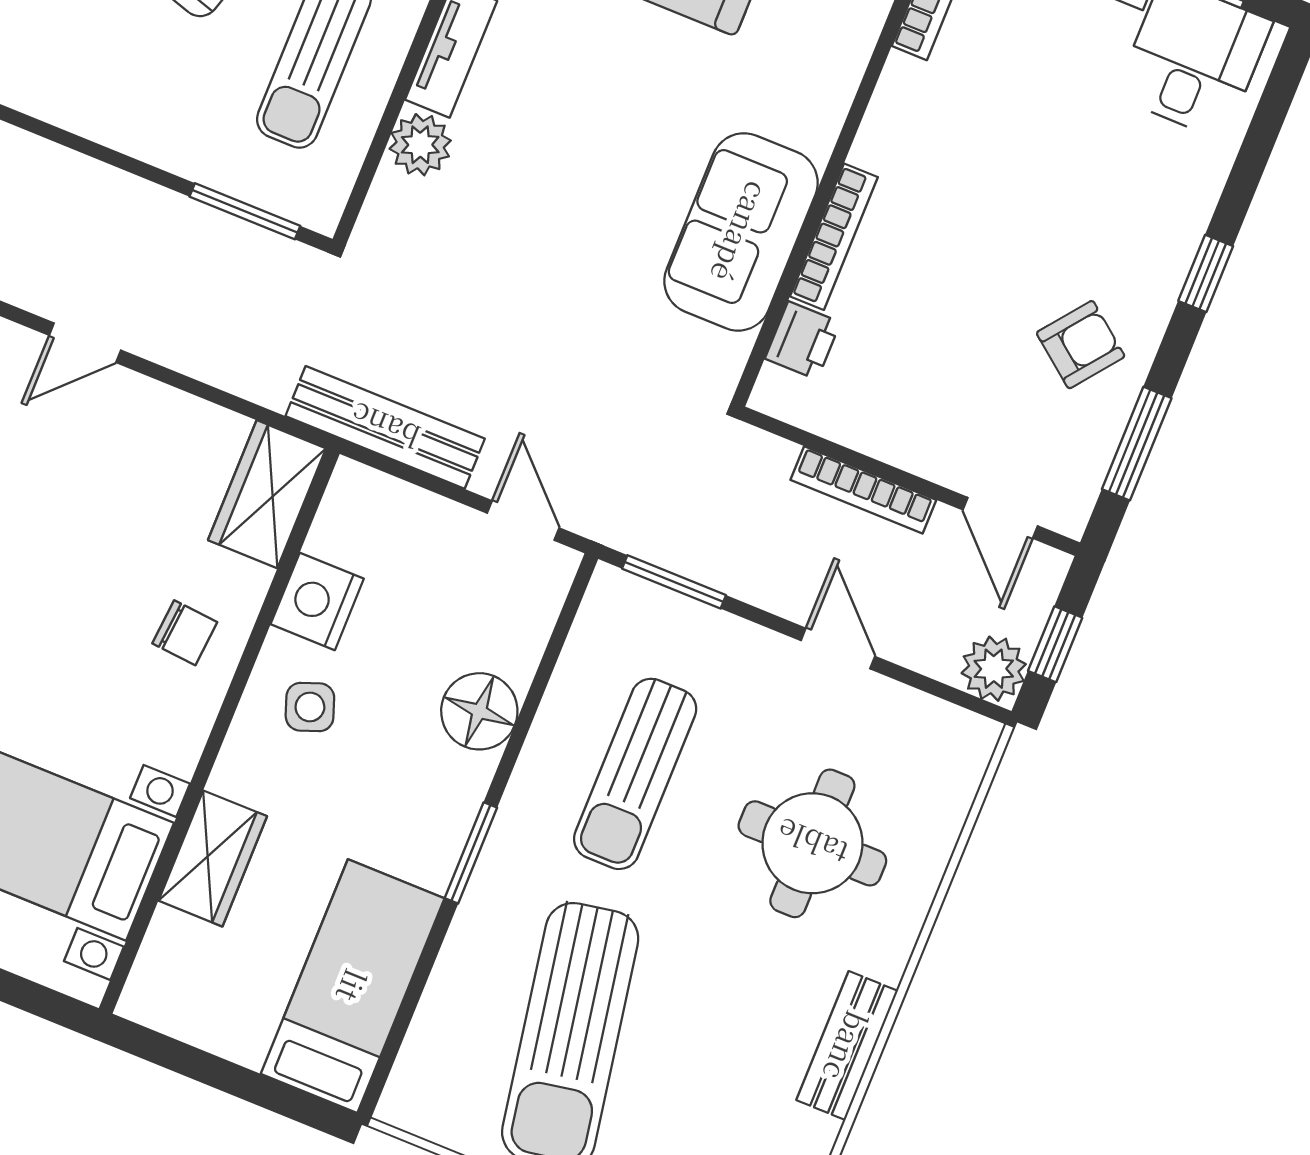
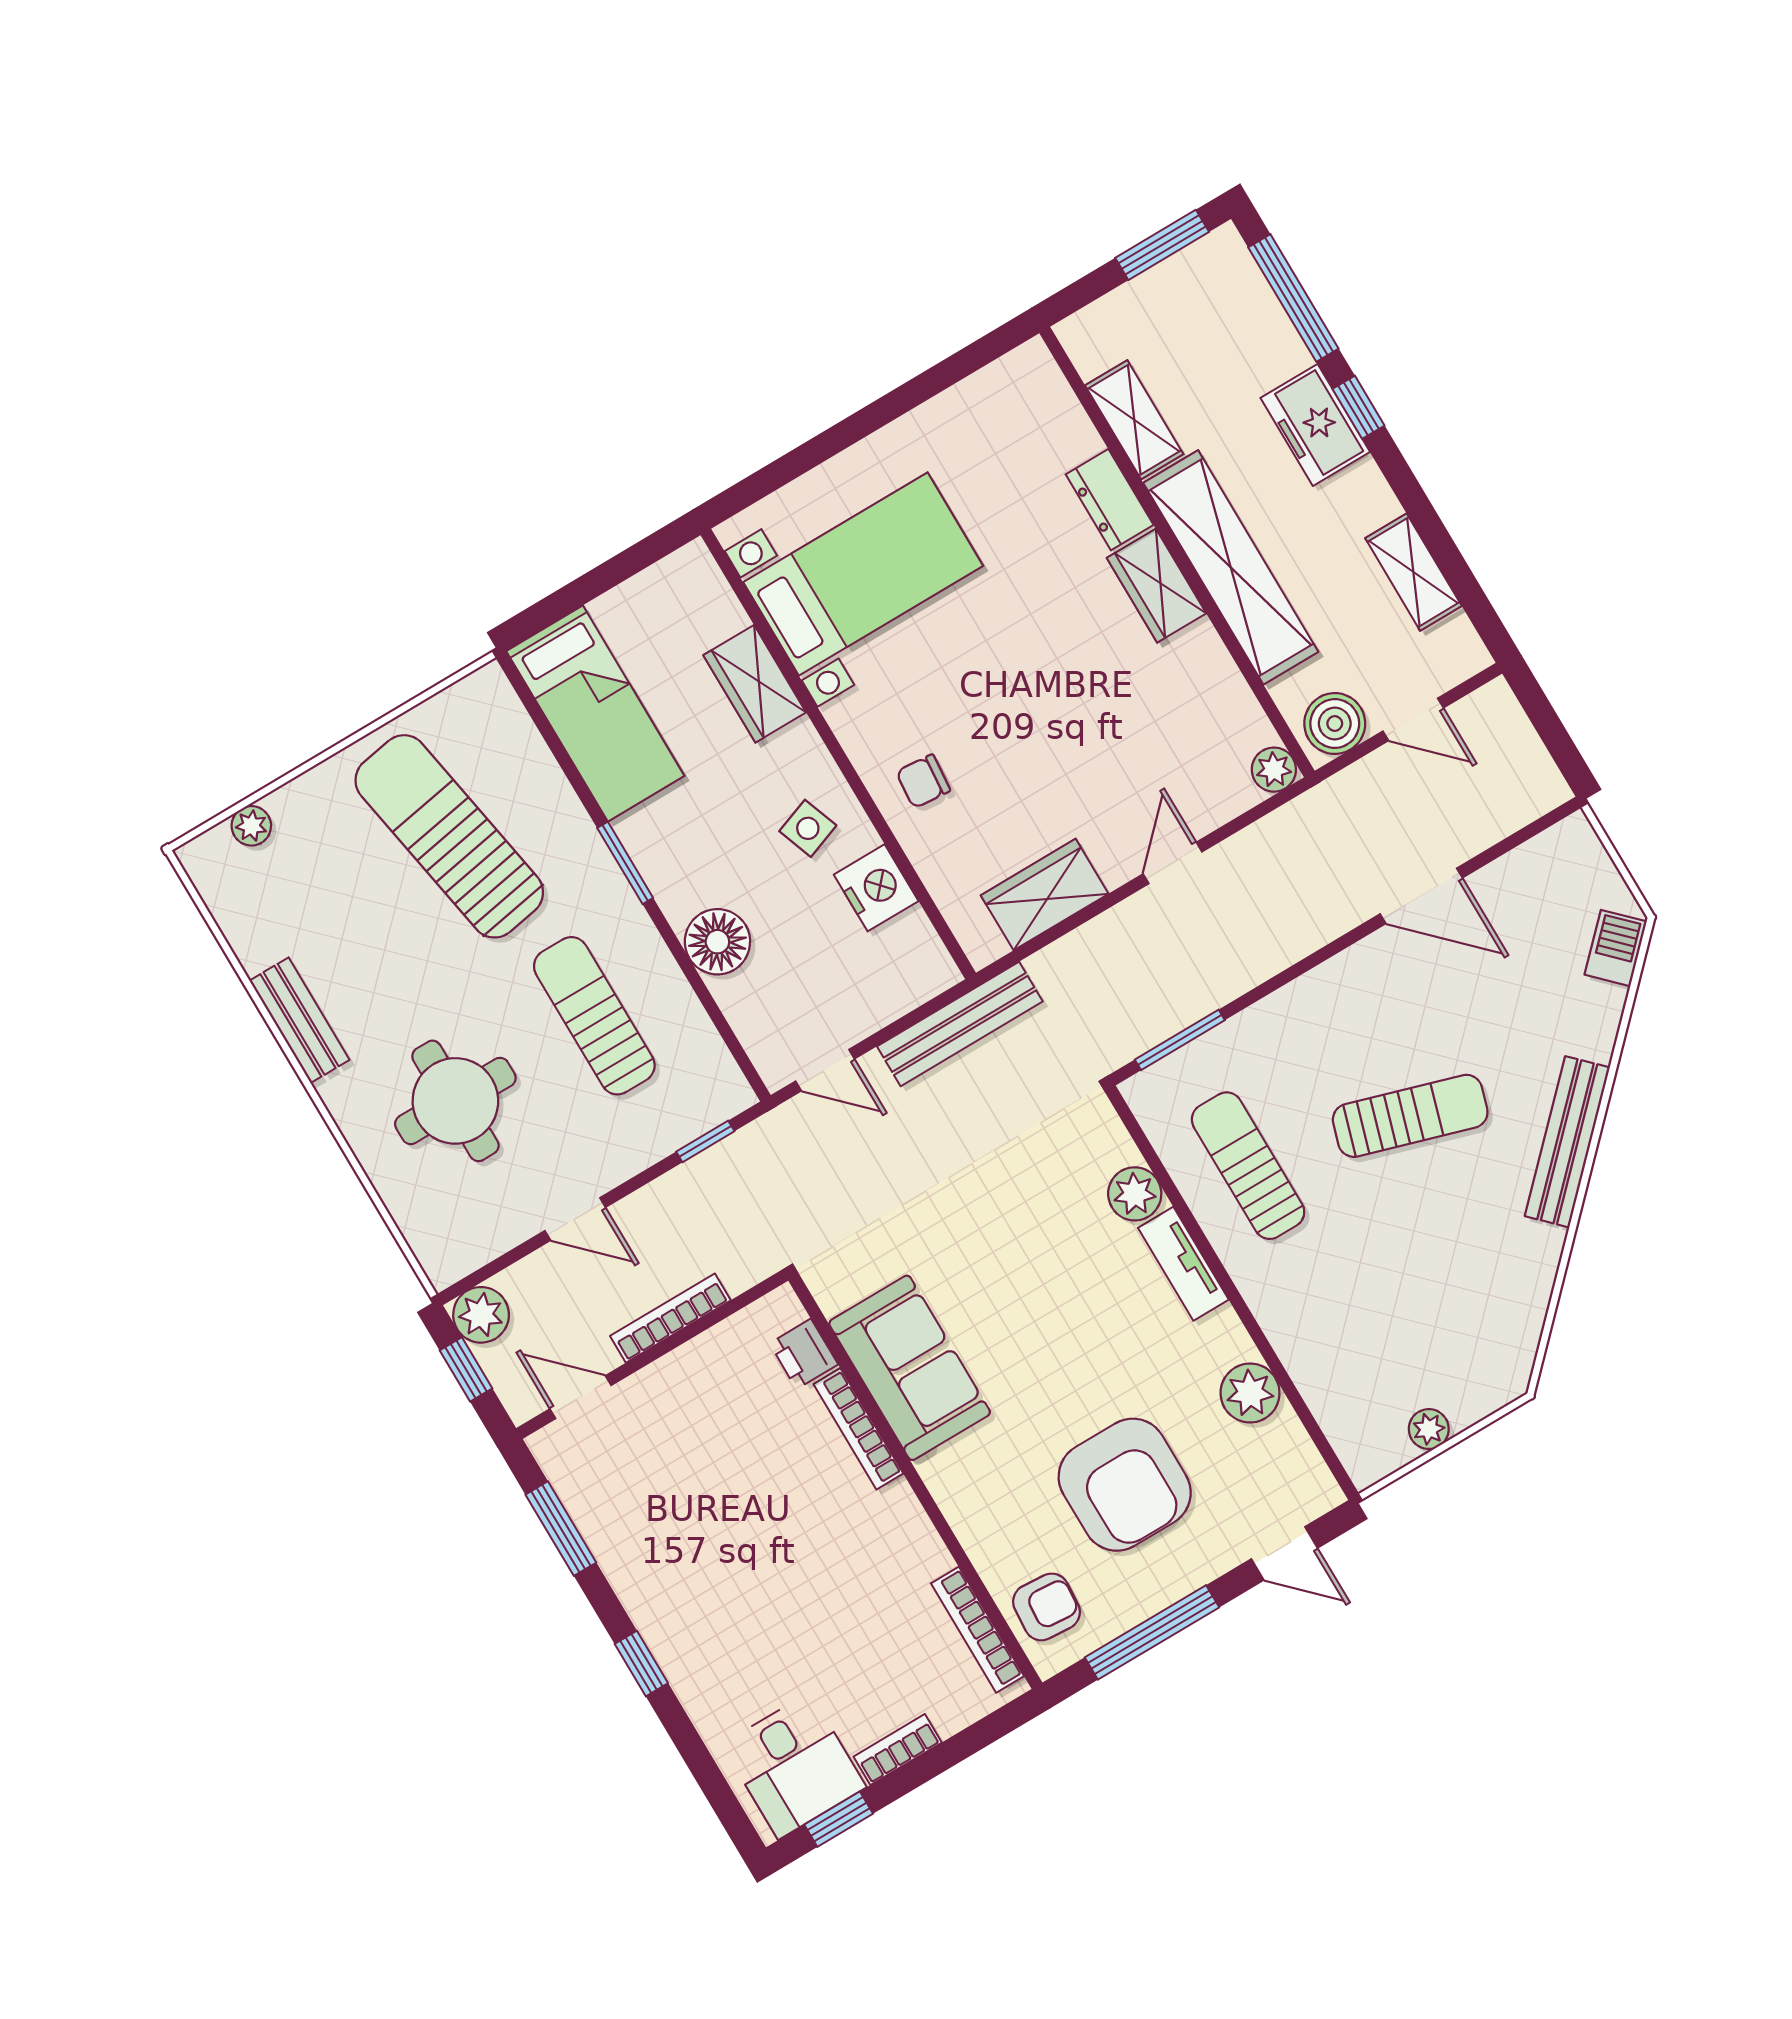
armchair: (1081, 345) -> (657, 1541), removed
wardrobe: (267, 494) -> (1045, 895), moved, turned -90
window: (674, 582) -> (705, 1141), width x0.67

